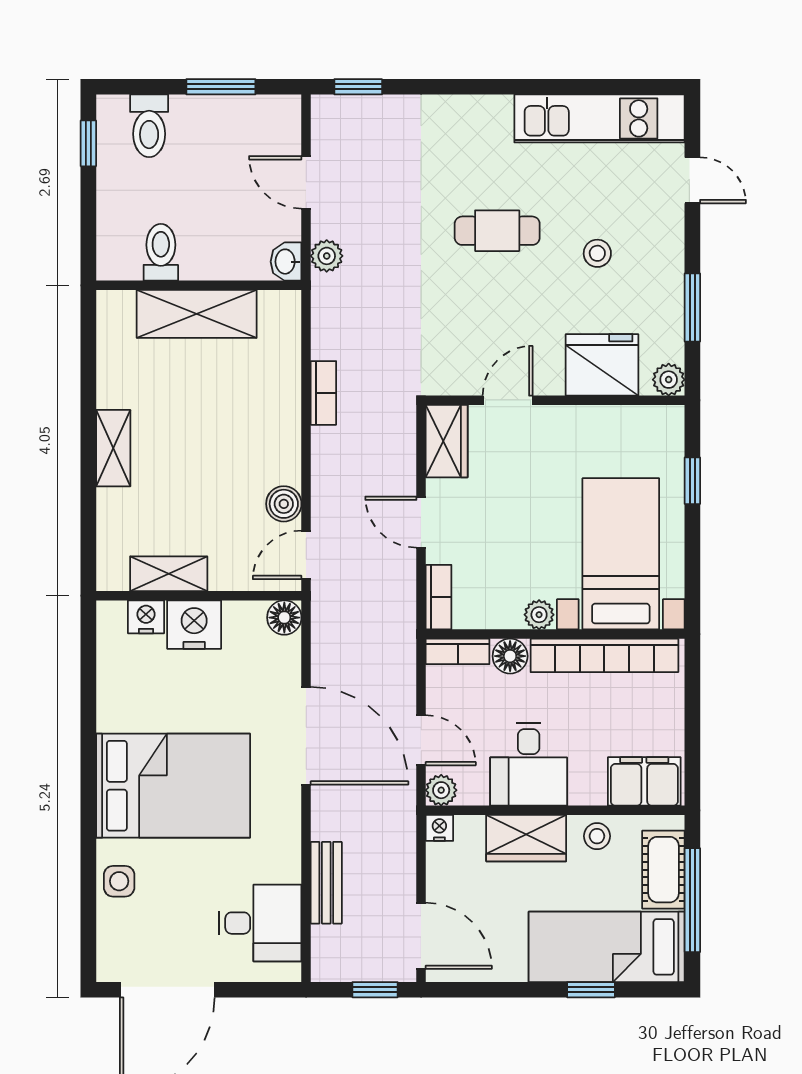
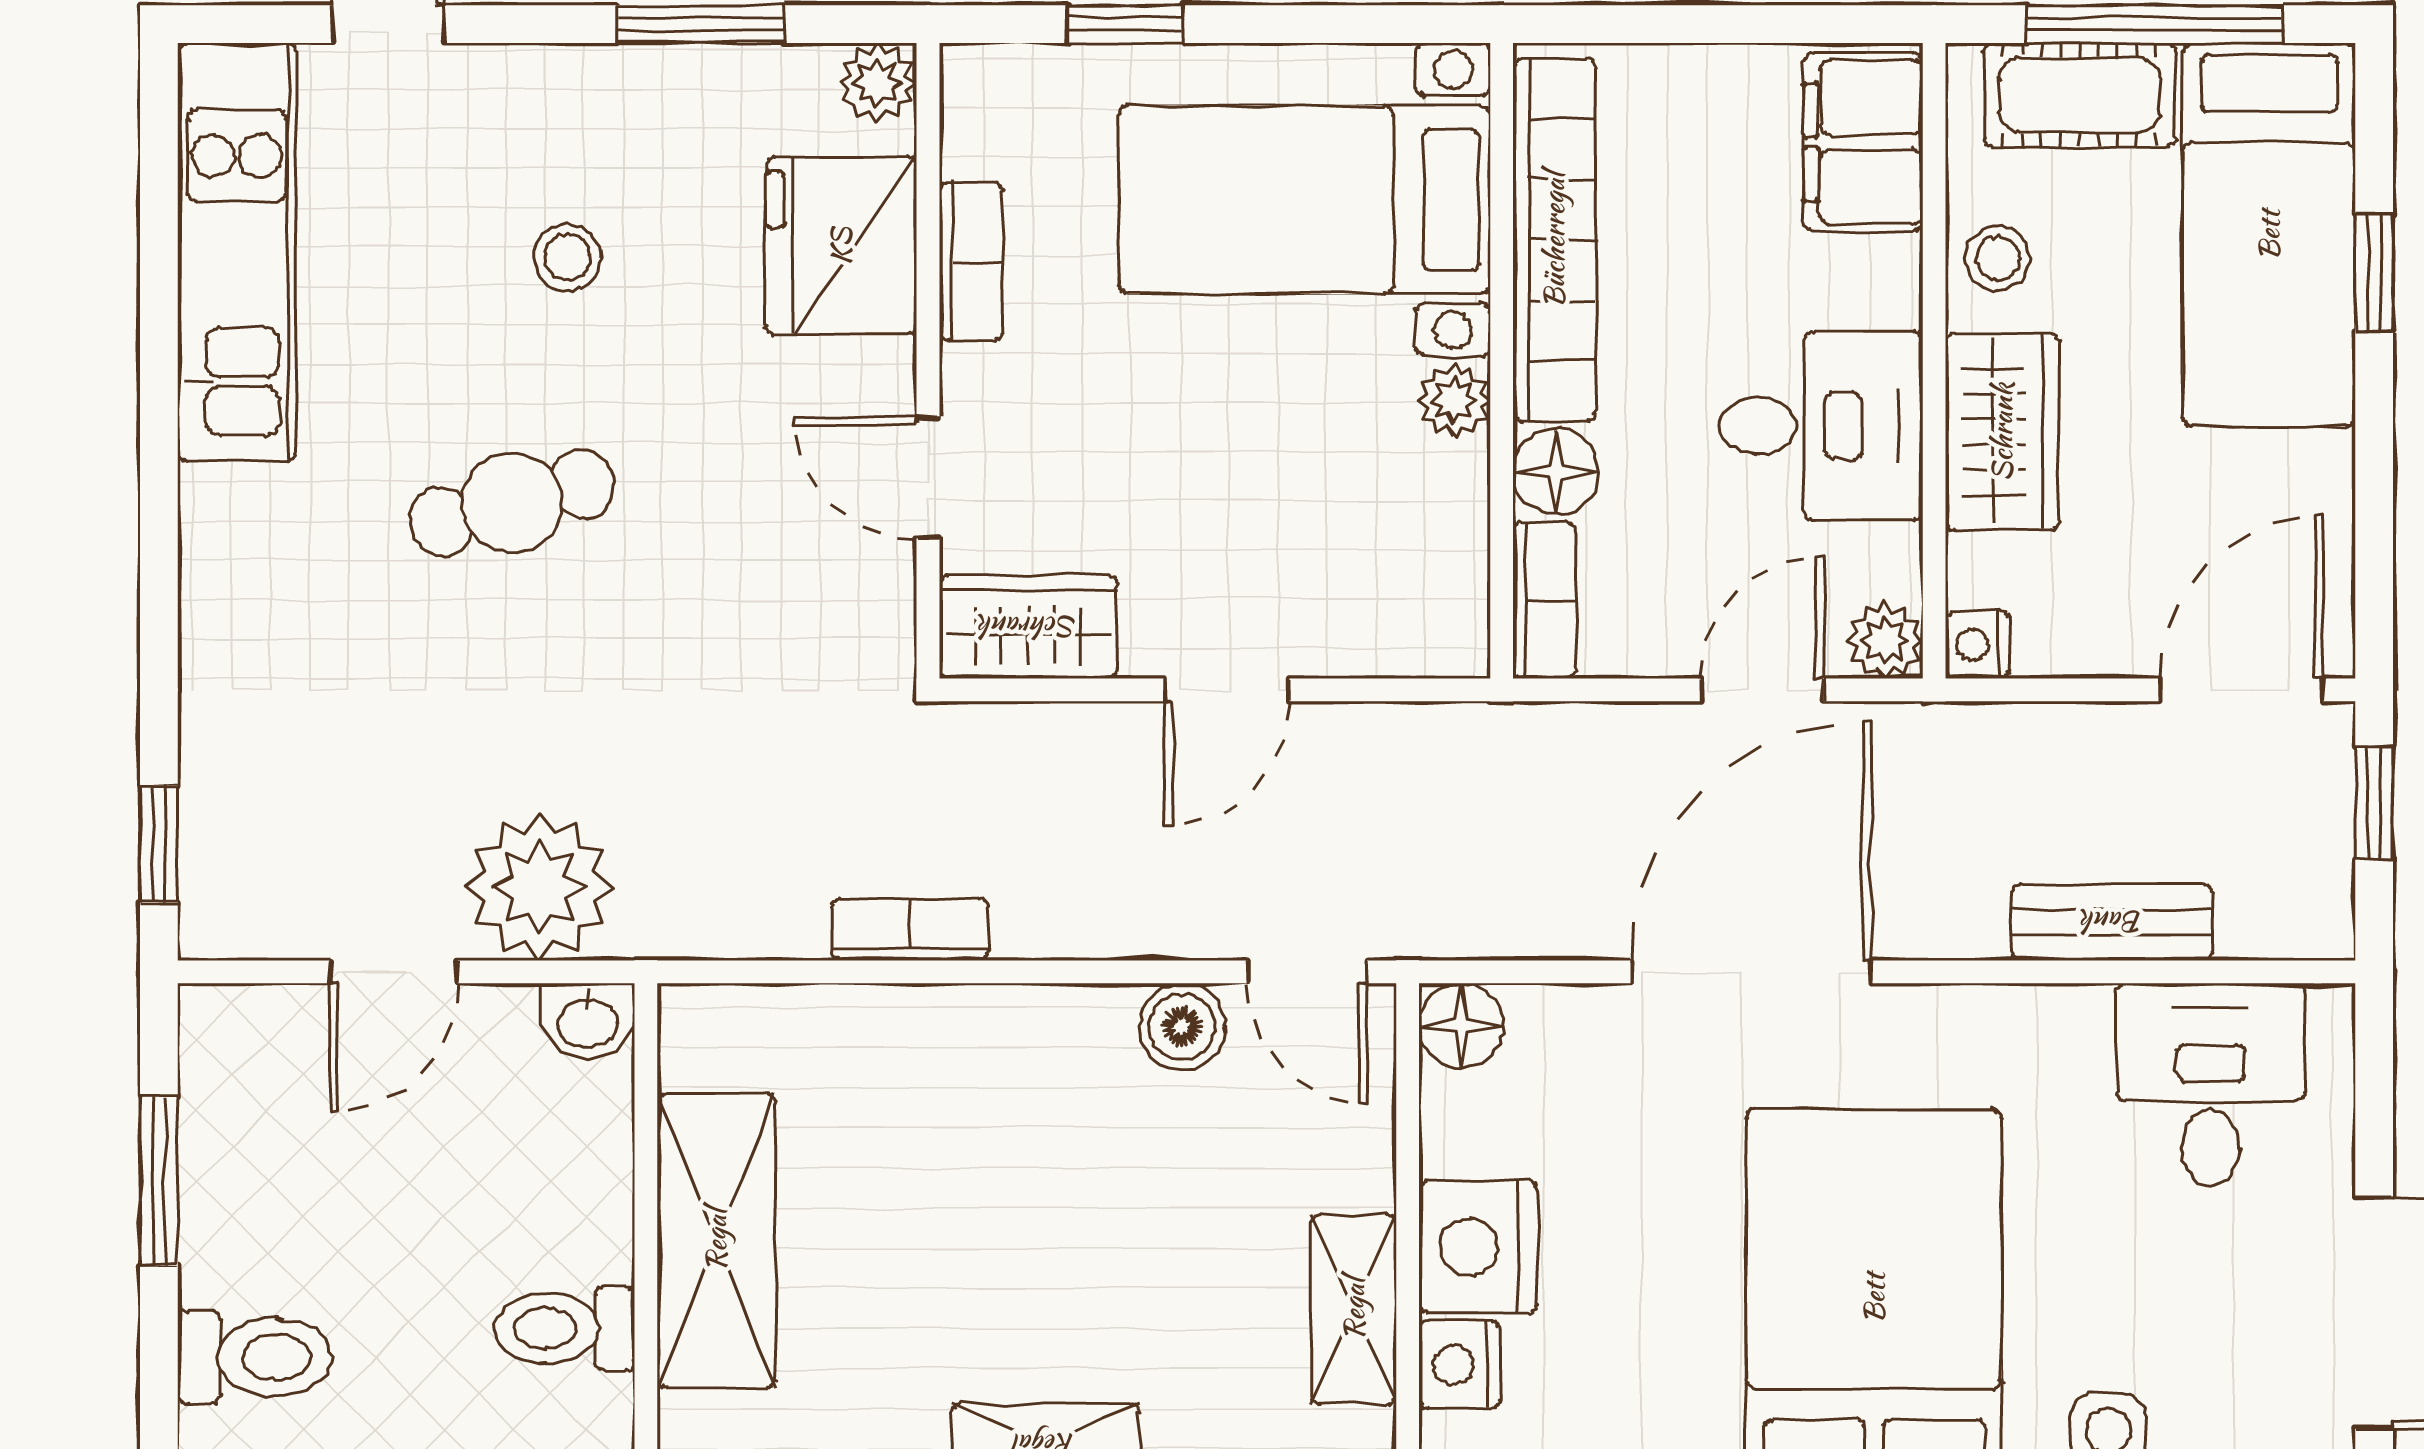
cafe table: (497, 231) -> (512, 503), turned 75
plant: (327, 256) -> (540, 887), width x1.88, depth x1.88
bookcase: (439, 597) -> (971, 262), moved, turned 90

